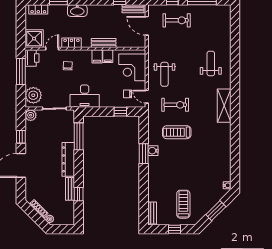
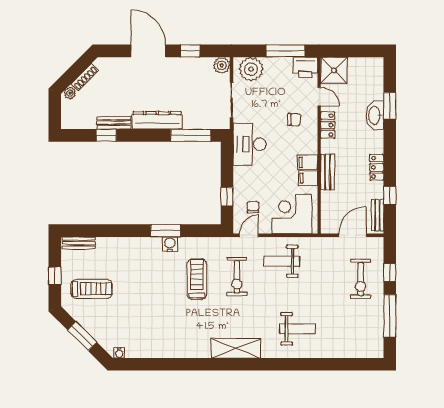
locker: (38, 9) -> (377, 167), moved
washbasin: (77, 11) -> (375, 115), moved

